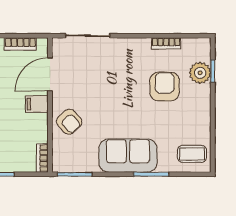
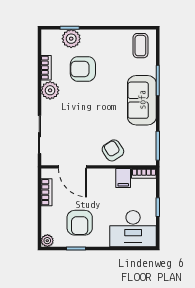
plant: (140, 48) -> (50, 90), added
filing cabinet: (37, 104) -> (123, 178), moved
armchair: (69, 122) -> (113, 150), turned -81

